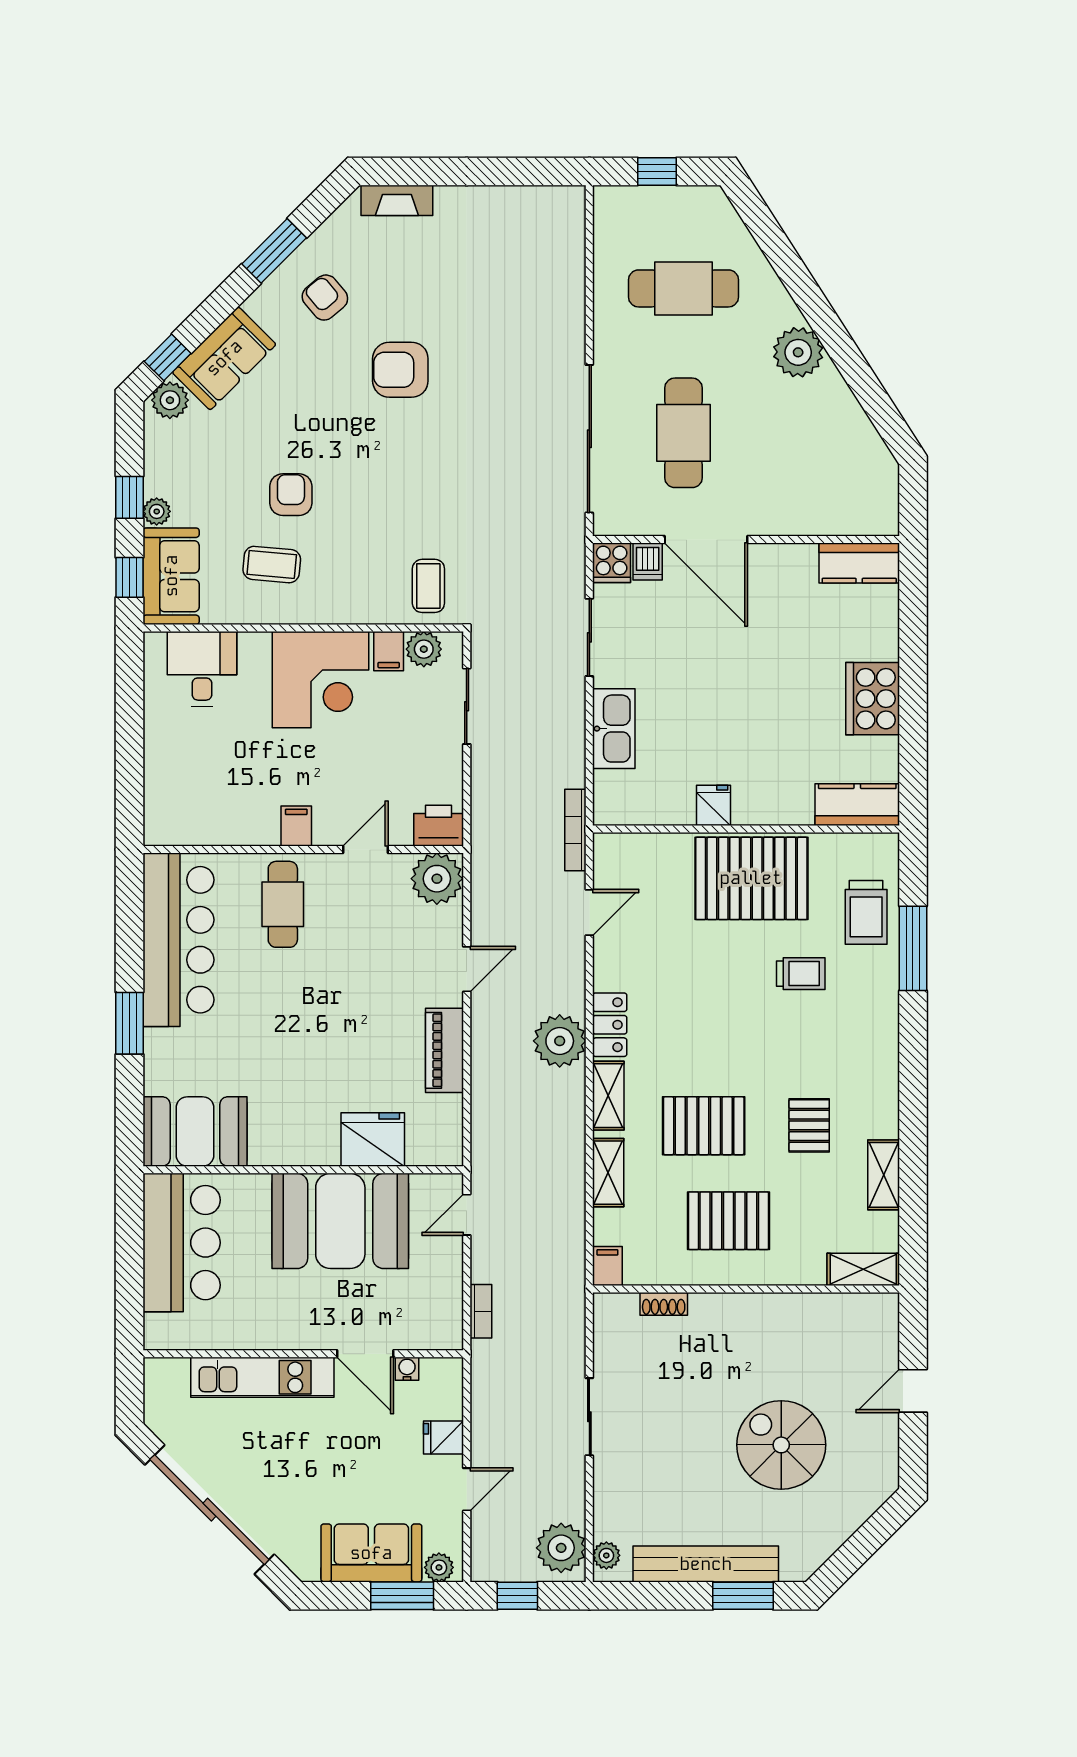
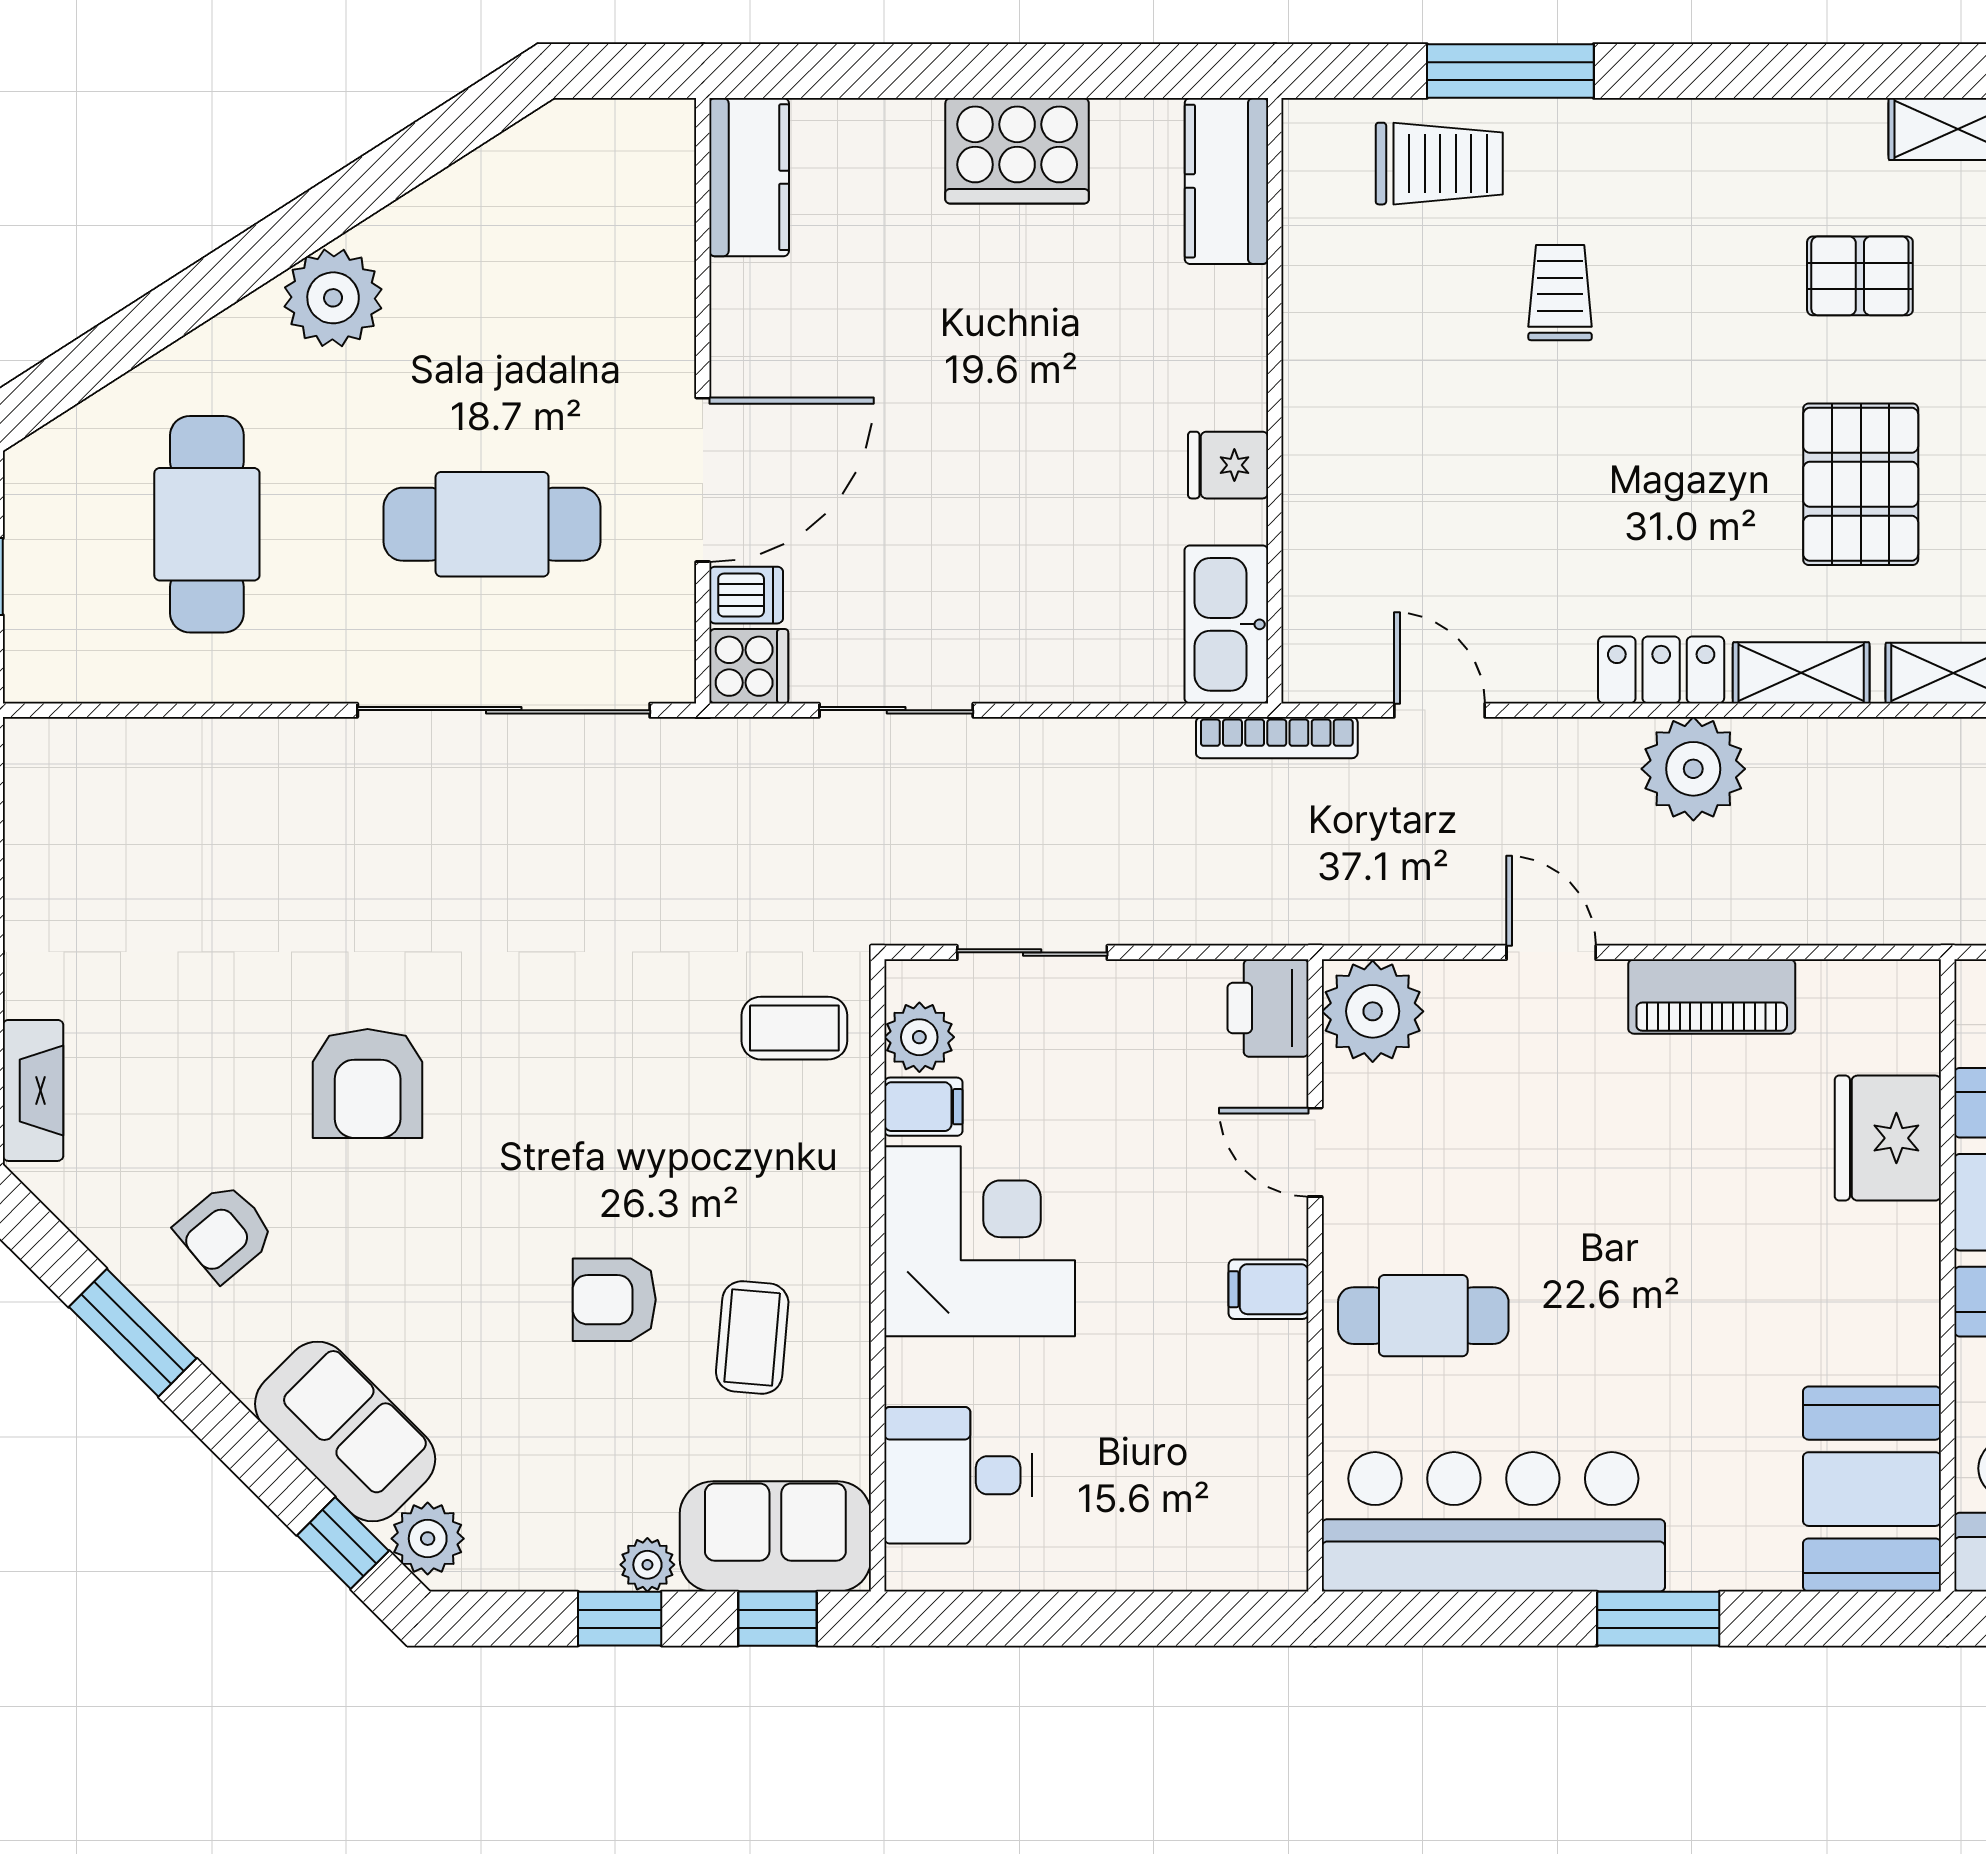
kitchen sink: (614, 729) -> (1226, 624), moved, turned -90
pallet: (751, 878) -> (1372, 390), removed

